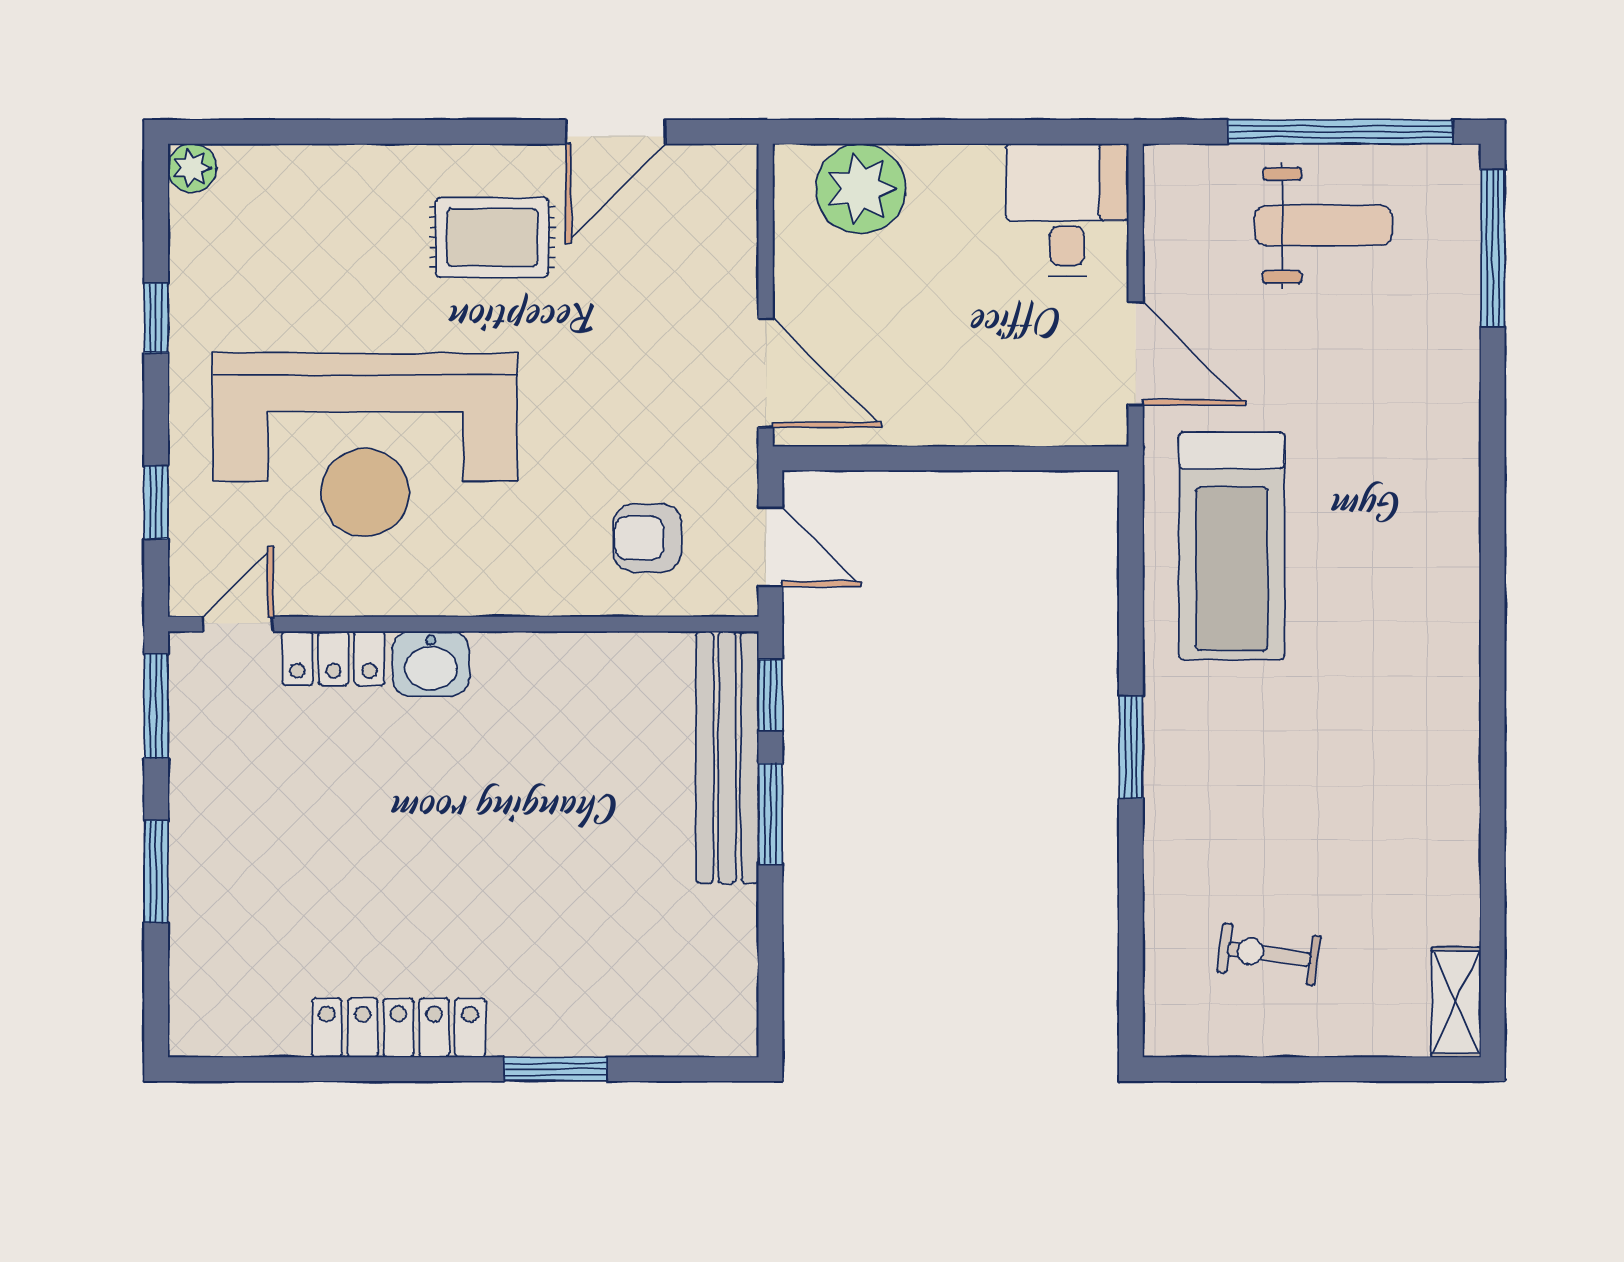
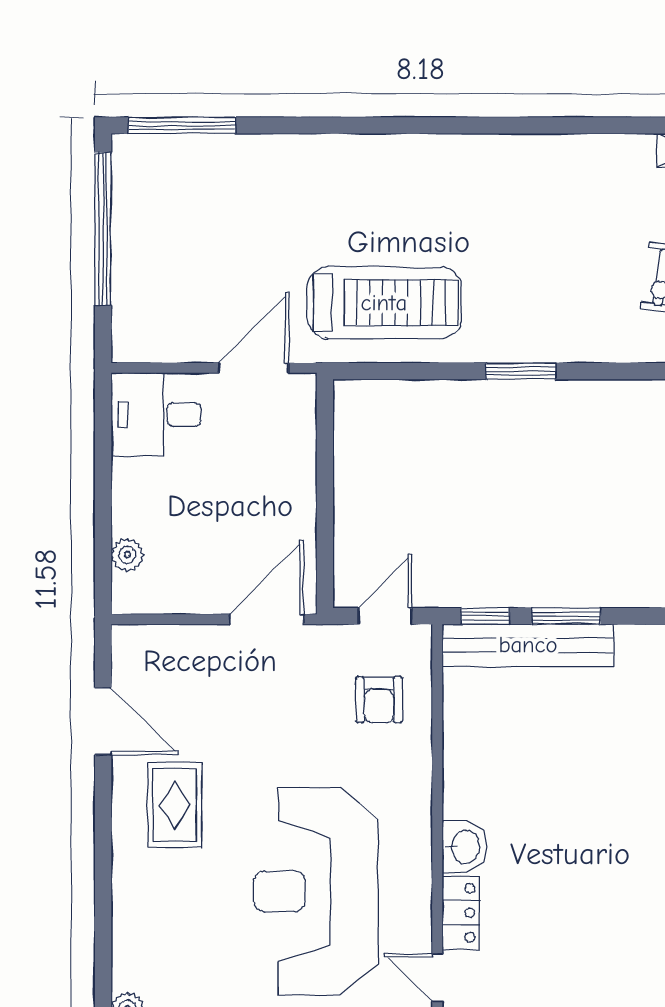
plant: (861, 189) -> (127, 555), width x0.53, depth x0.53
weight bench: (1323, 225) -> (167, 240), removed
reception desk: (365, 445) -> (316, 891), turned 180

